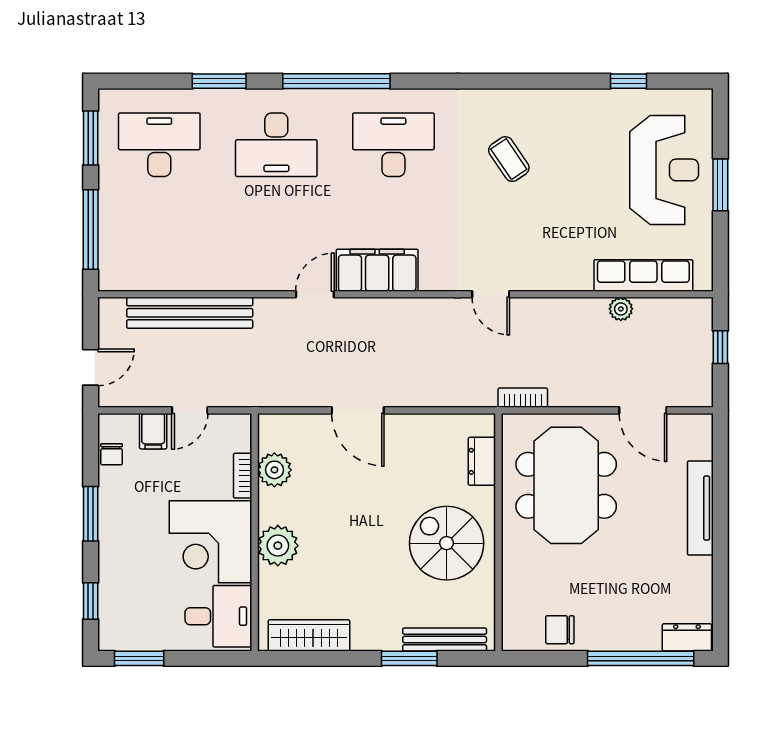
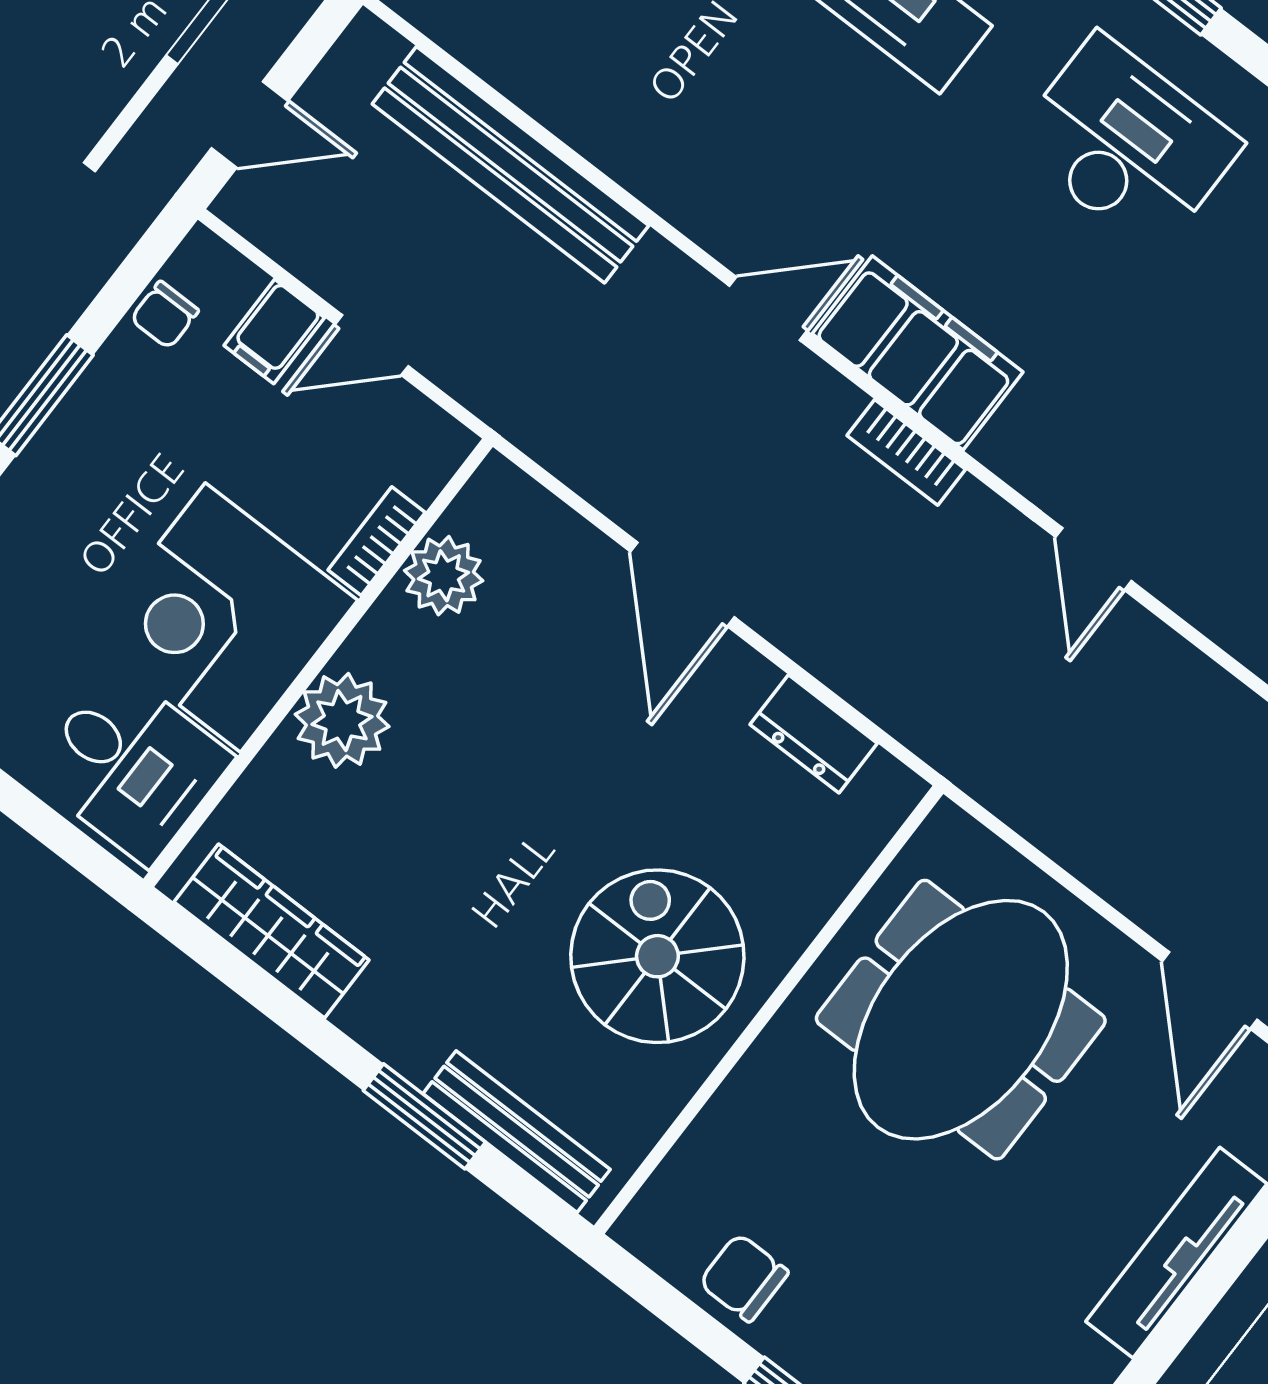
bookcase: (523, 398) -> (906, 452), moved, turned 180
dresser: (482, 461) -> (814, 734), moved, turned -90

